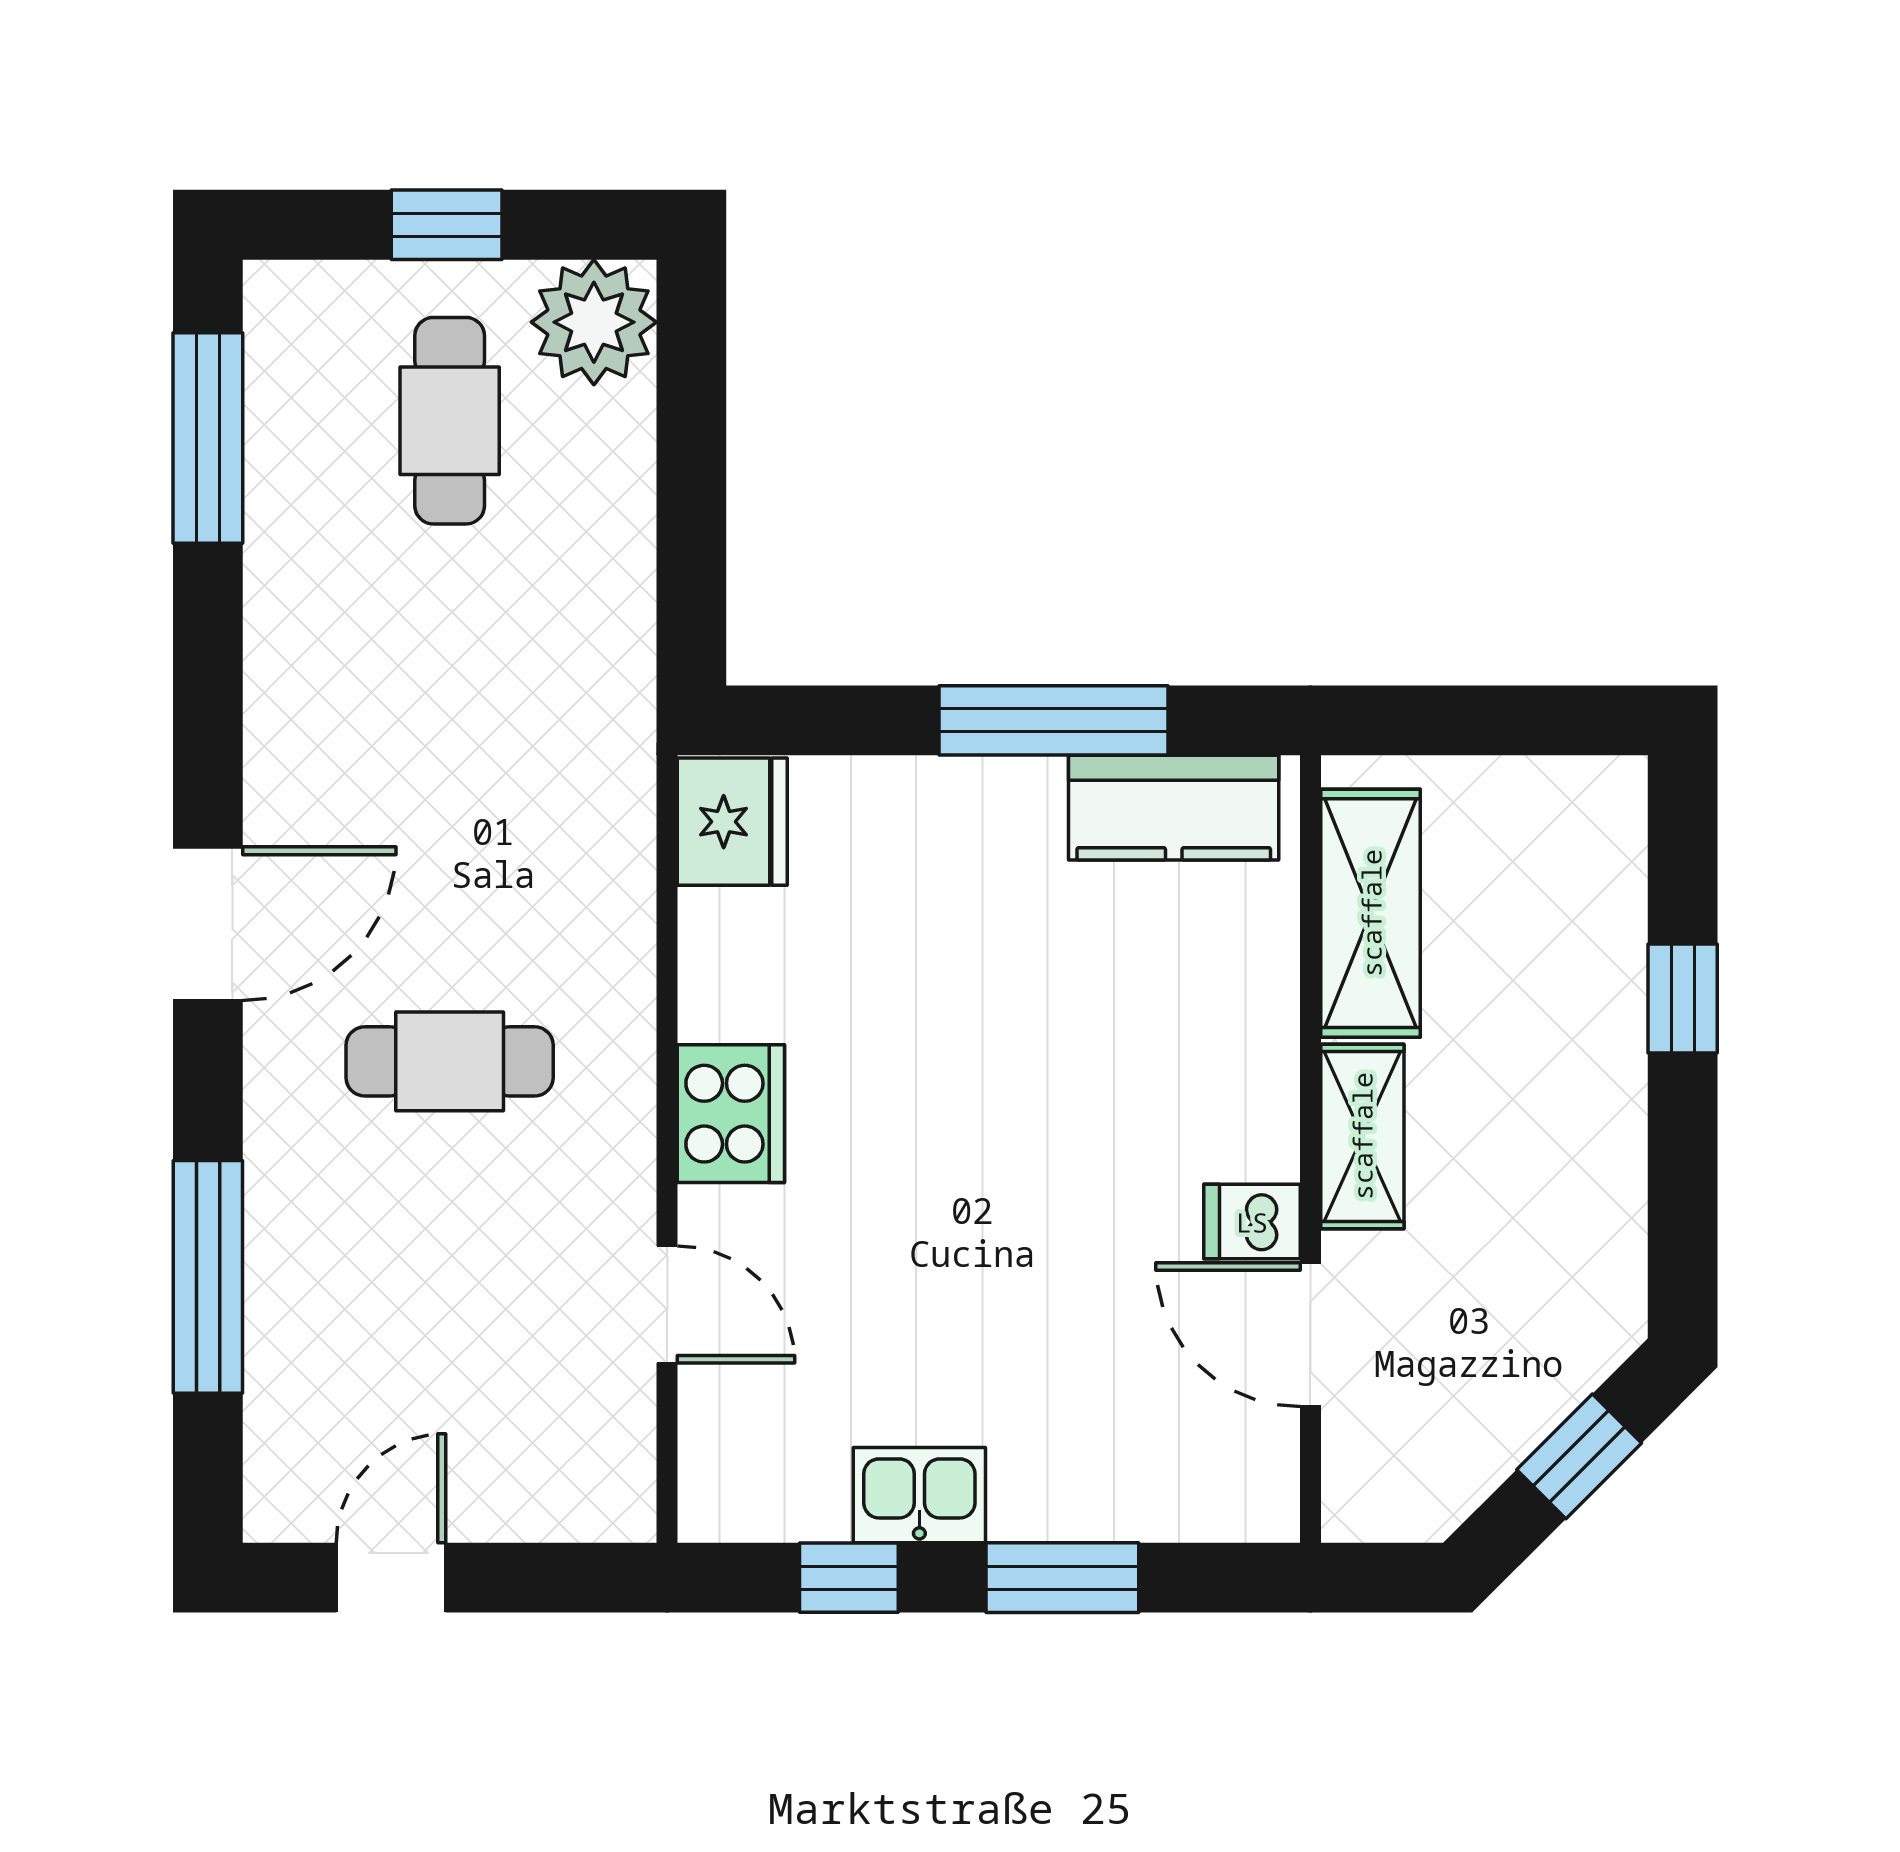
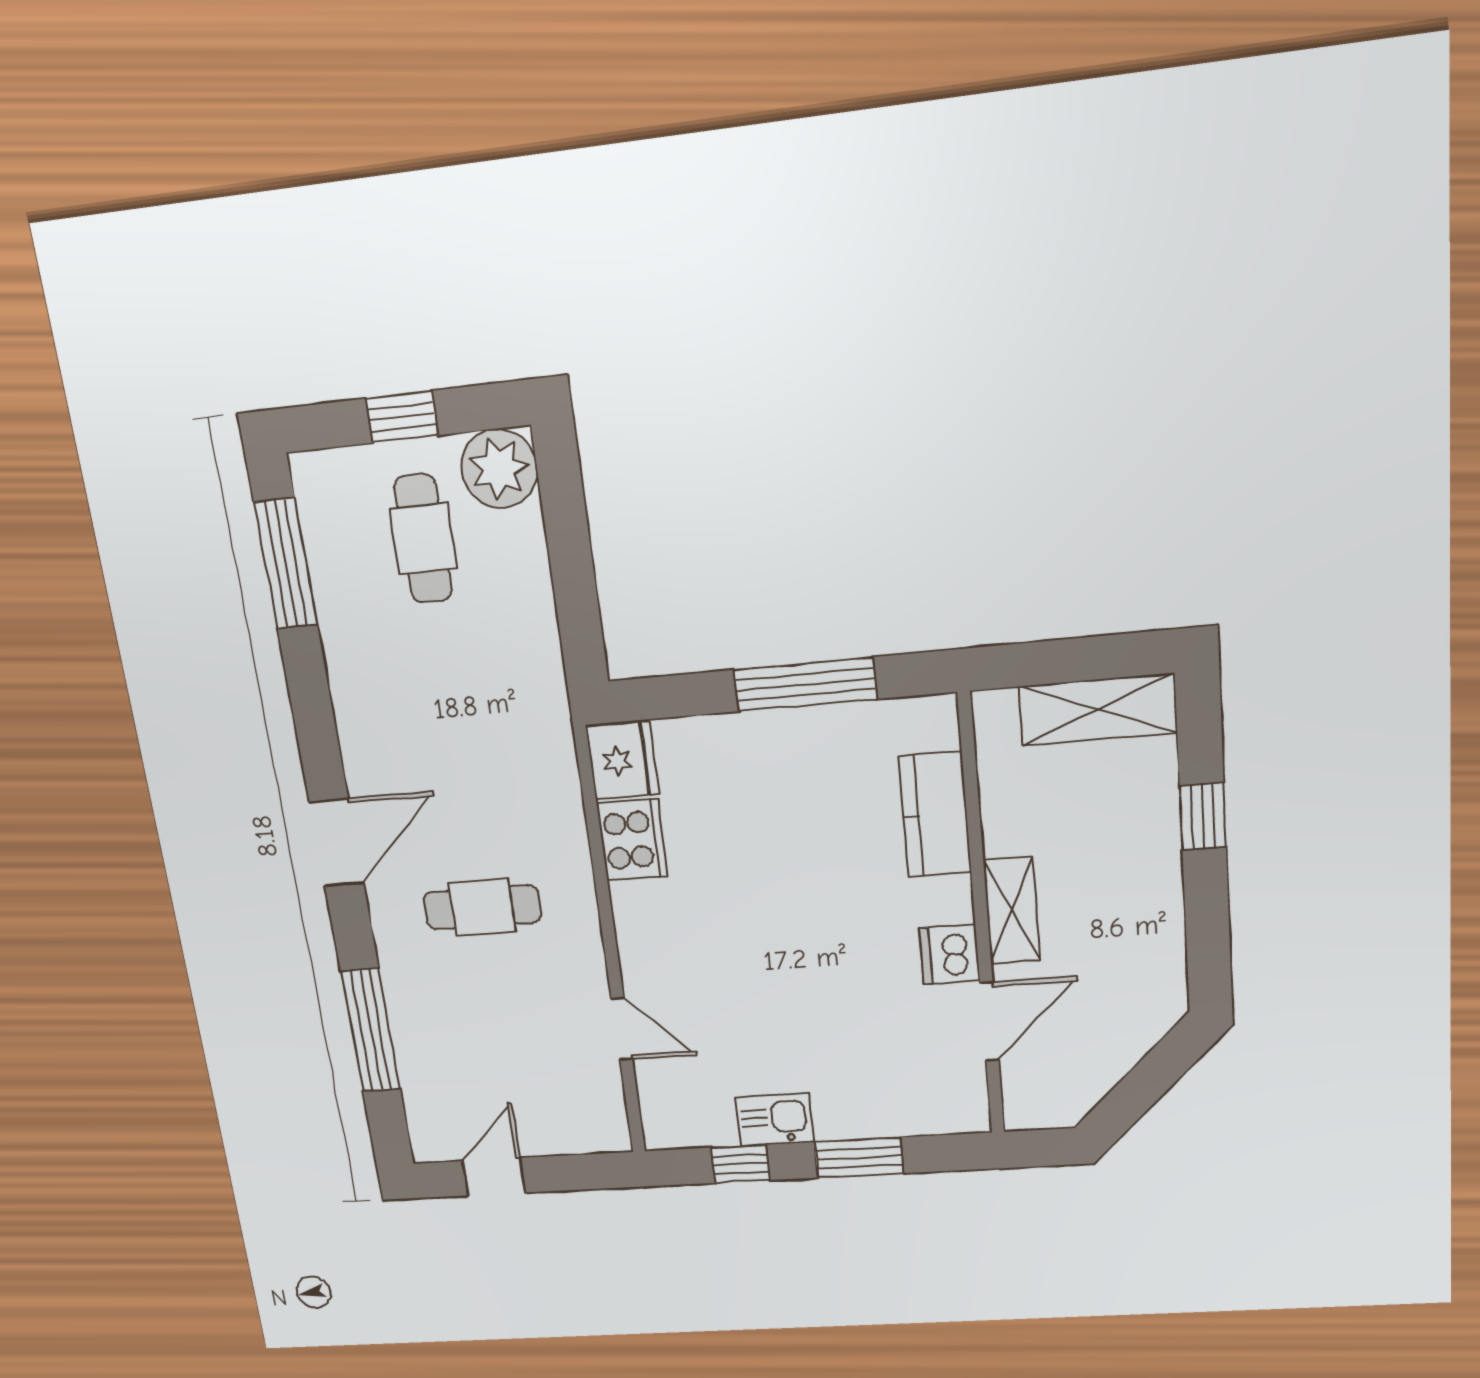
kitchen counter: (1174, 808) -> (935, 815), moved, turned 90
shelving: (1371, 913) -> (1098, 709), moved, turned 90
cooker: (731, 1114) -> (632, 840), moved
dishwasher: (1252, 1222) -> (949, 955), width x1.38
door: (1310, 1335) -> (989, 1022), swing flipped
window: (1579, 1456) -> (1152, 1078), removed

